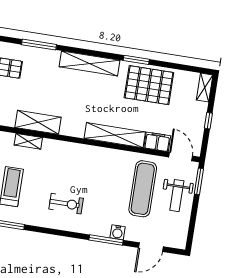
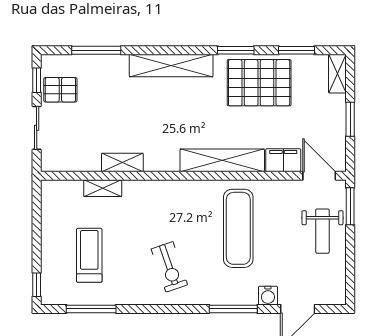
window: (179, 67) -> (296, 50), added
window: (208, 121) -> (350, 119), width x1.50
shelving: (38, 122) -> (122, 162), width x0.67, depth x0.75
exercise mat: (143, 189) -> (238, 228), moved
exercise bike: (66, 204) -> (169, 267), turned 71
water cooler: (118, 232) -> (268, 296), moved

